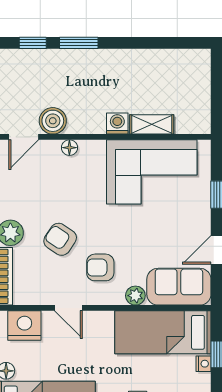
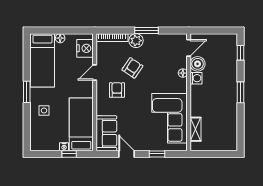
window: (79, 43) -> (240, 92), moved
washing machine: (117, 124) -> (196, 78), moved
shelving: (152, 124) -> (196, 129), moved
door: (24, 137) -> (189, 48), swing flipped
plant: (135, 296) -> (101, 109), removed

